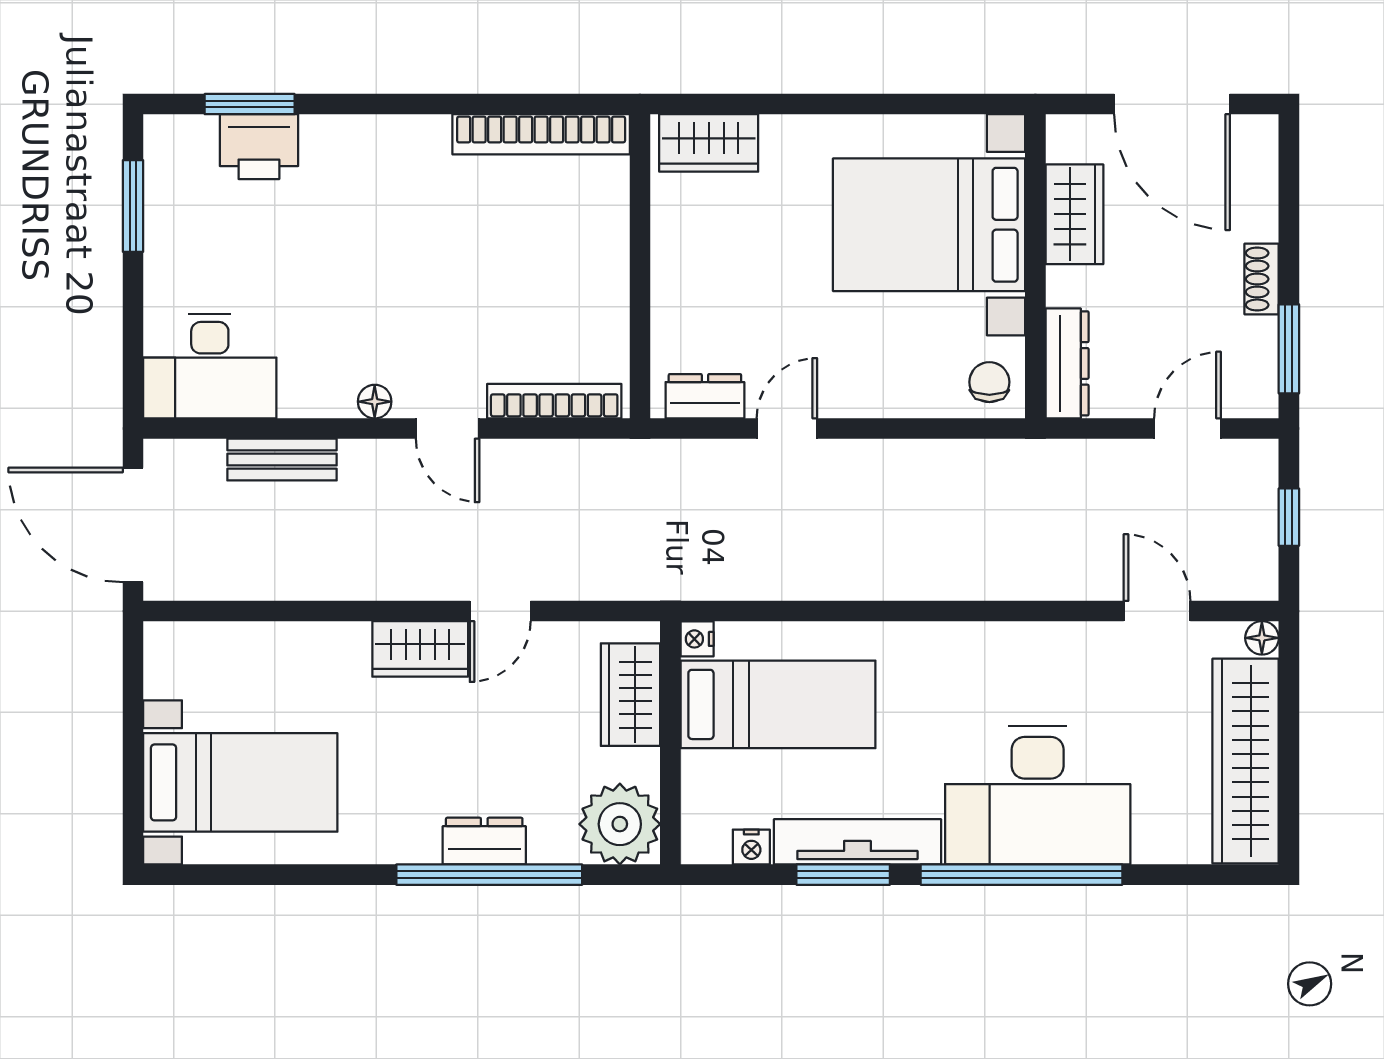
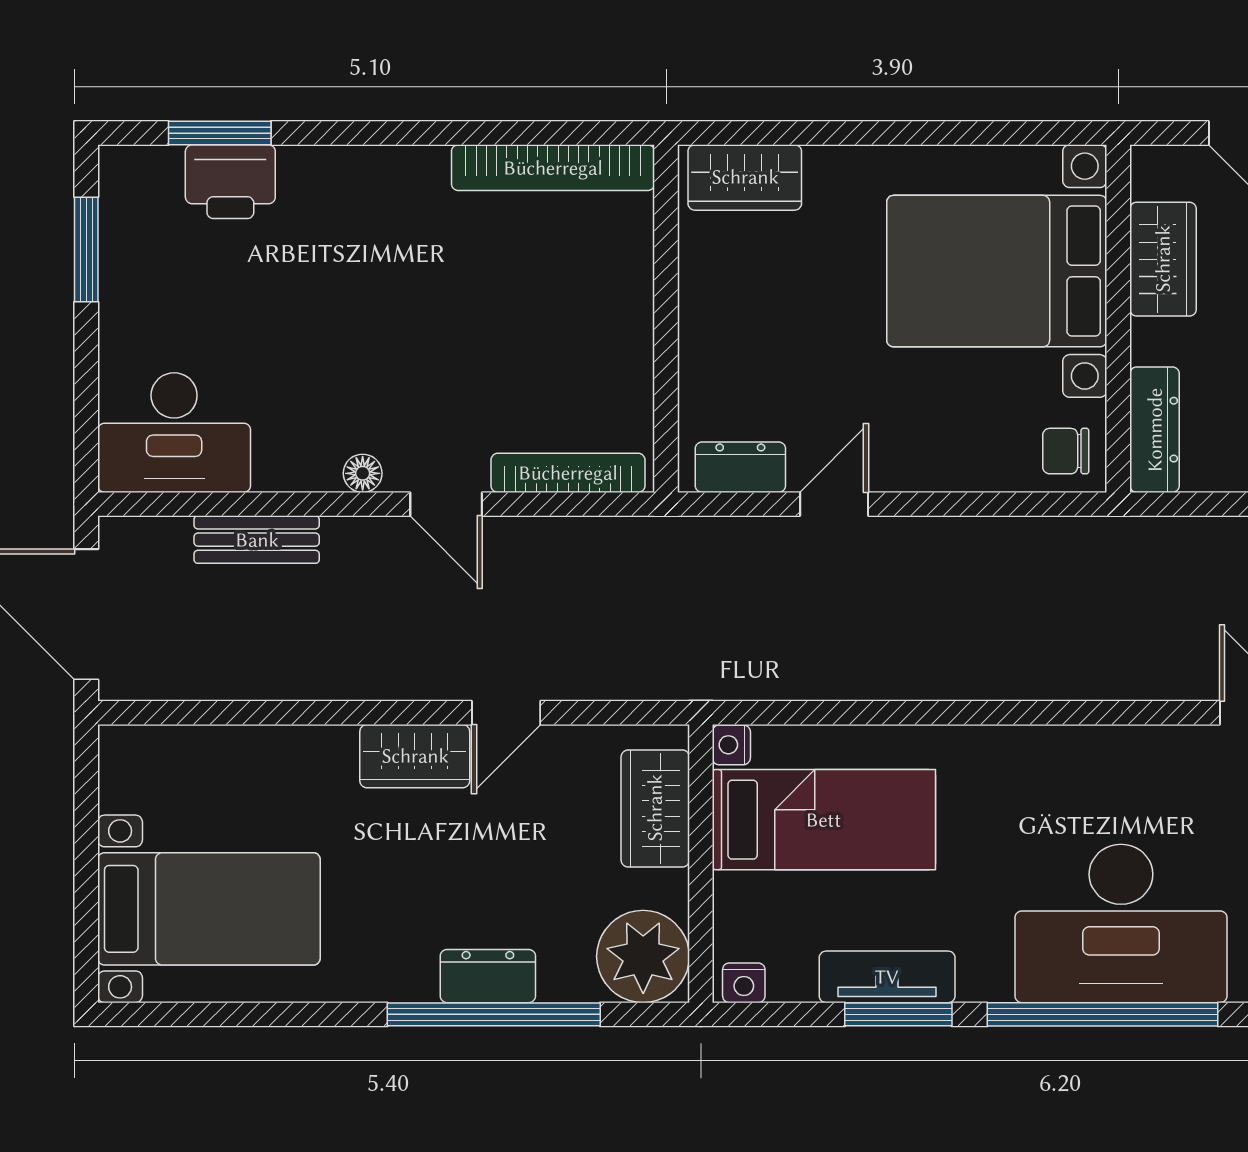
chair: (989, 382) -> (1066, 451), turned -90
tv unit: (857, 842) -> (887, 977), width x0.71
nightstand: (751, 847) -> (744, 983), moved

